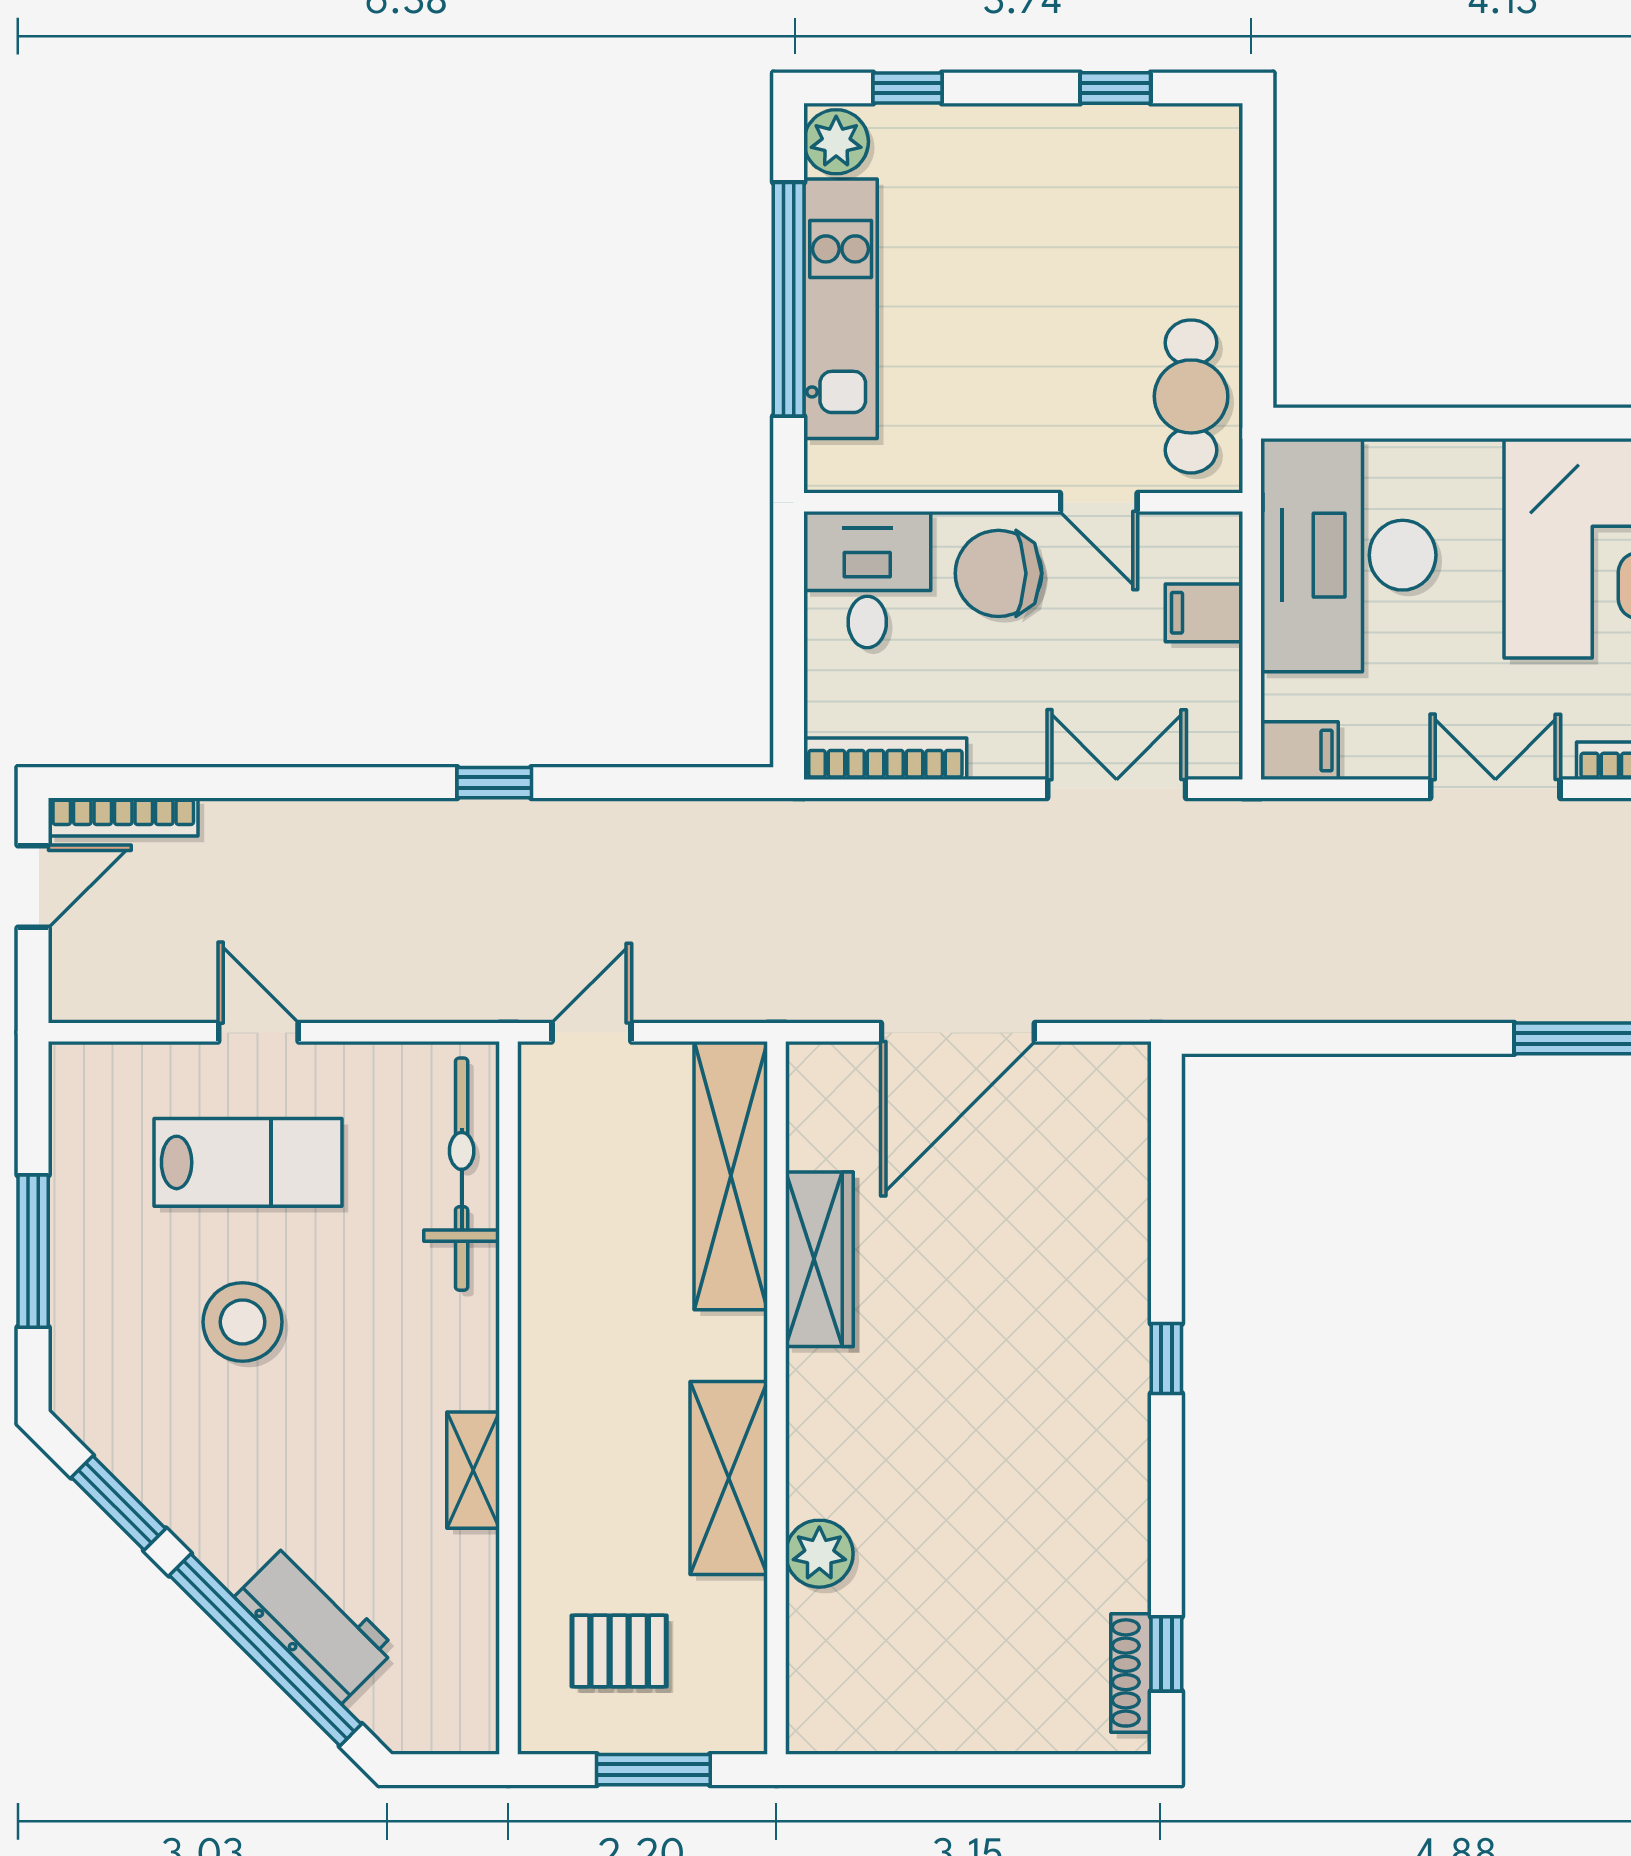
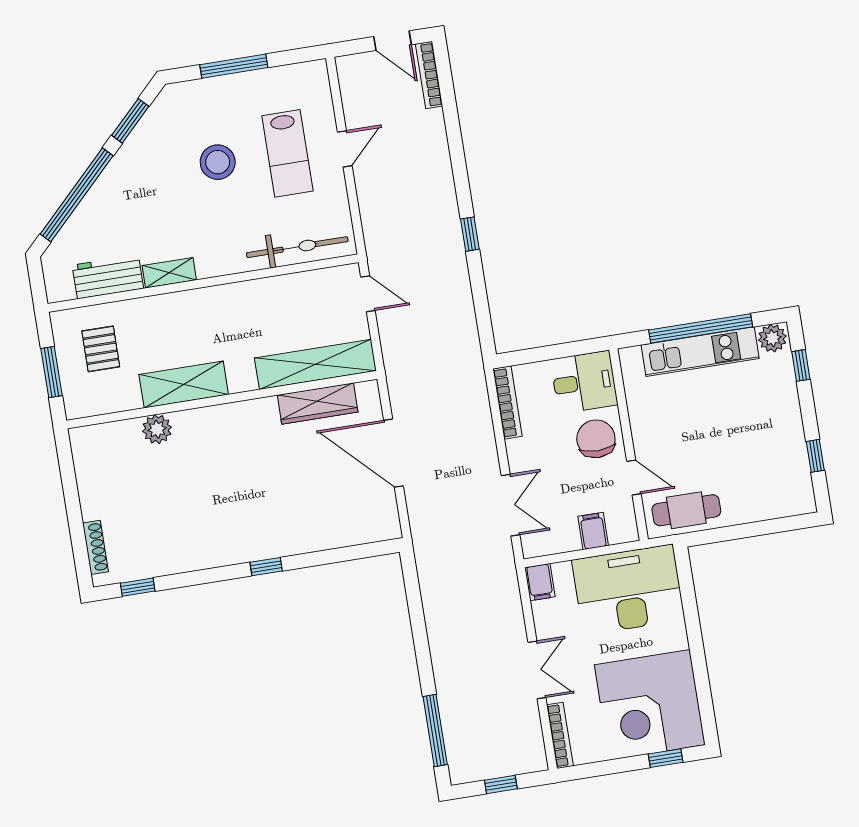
door: (1099, 502) -> (634, 478), swing flipped
wardrobe: (819, 1259) -> (318, 404), moved
workbench: (315, 1623) -> (108, 277), moved, turned -135
shoe rack: (1131, 1673) -> (95, 547), moved, turned 90

